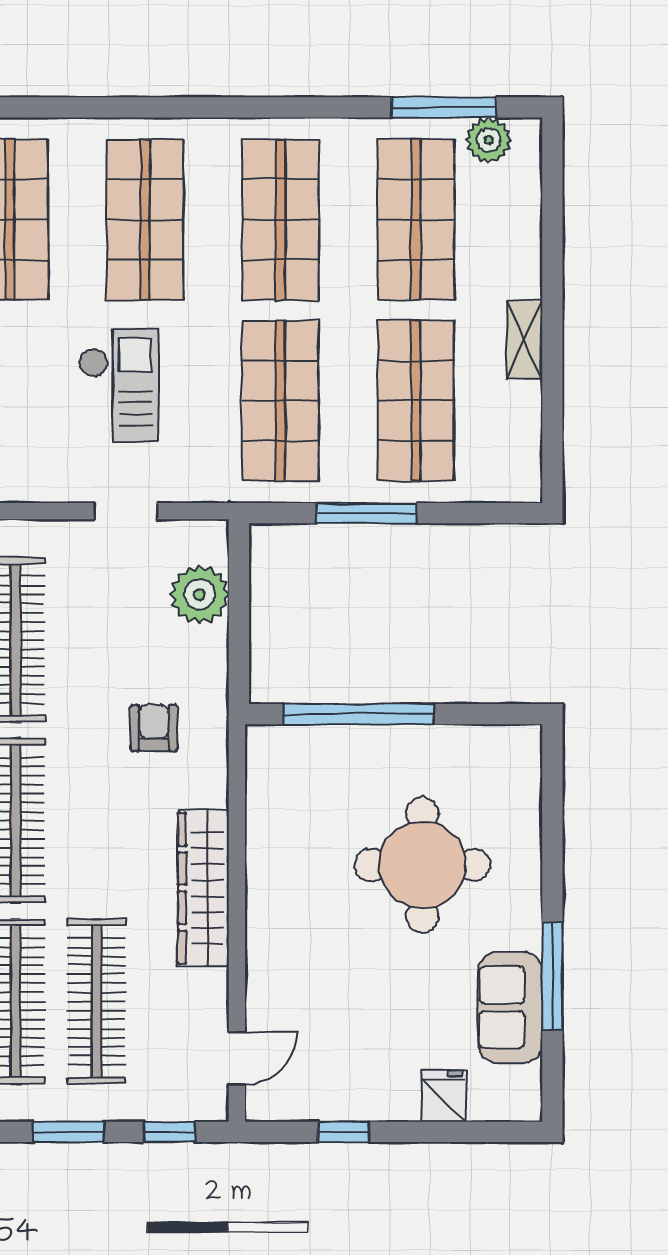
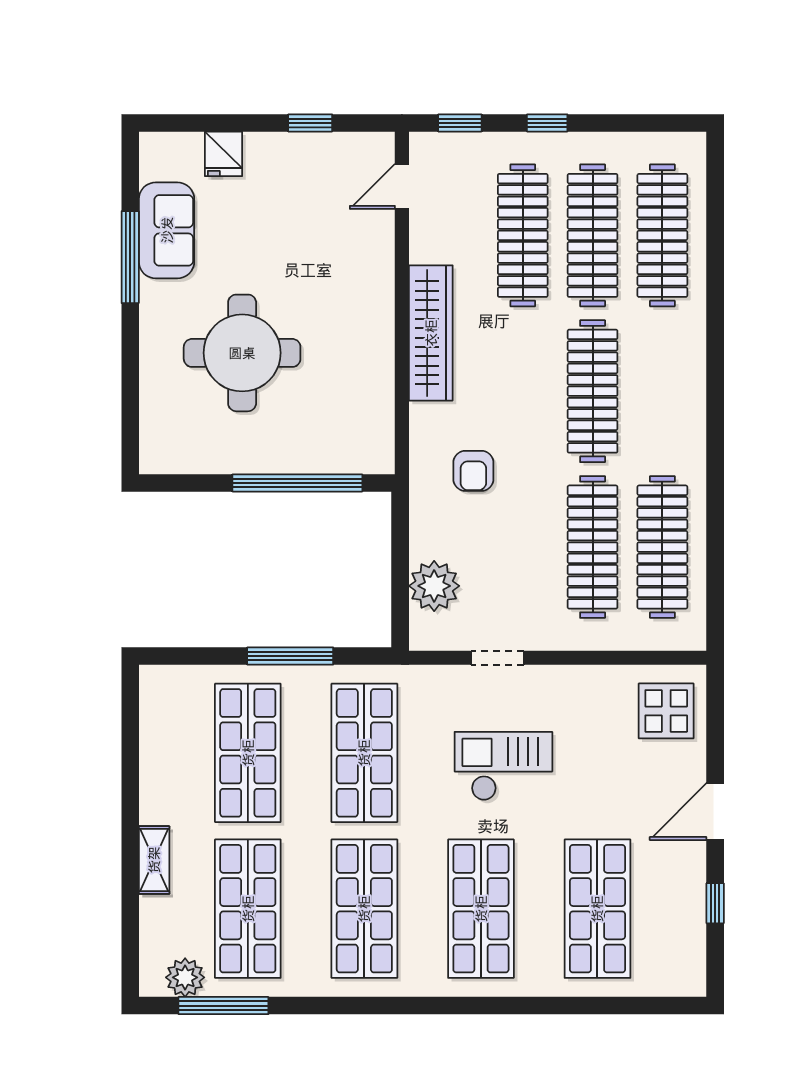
shelving: (525, 339) -> (154, 860), moved
checkout: (119, 385) -> (503, 766), turned 90
window: (68, 1132) -> (547, 123), width x0.67

